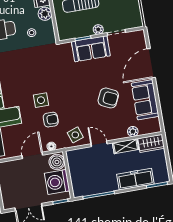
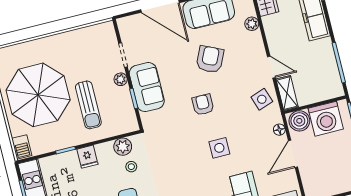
plant: (45, 14) -> (123, 147), moved
armchair: (51, 120) -> (203, 105), moved
door: (99, 144) -> (271, 67), swing flipped
shelving: (126, 146) -> (287, 93), moved
door: (32, 155) -> (293, 154), hinge flipped

